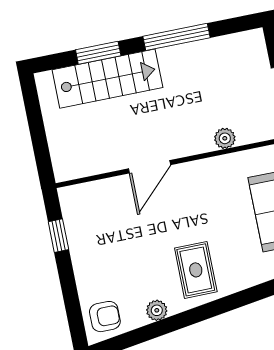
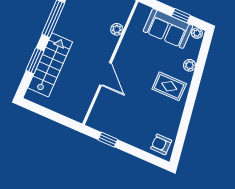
plant: (157, 310) -> (190, 65), moved
armchair: (105, 317) -> (161, 144), turned -90

